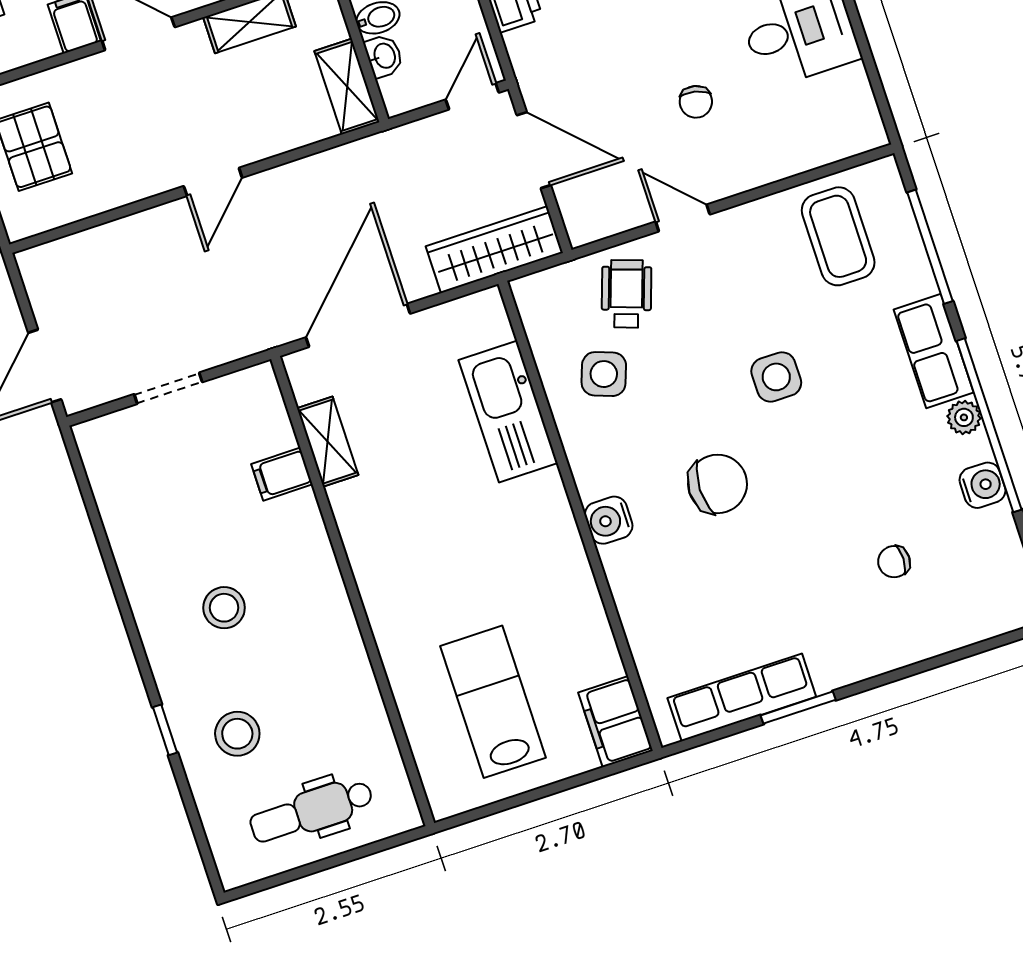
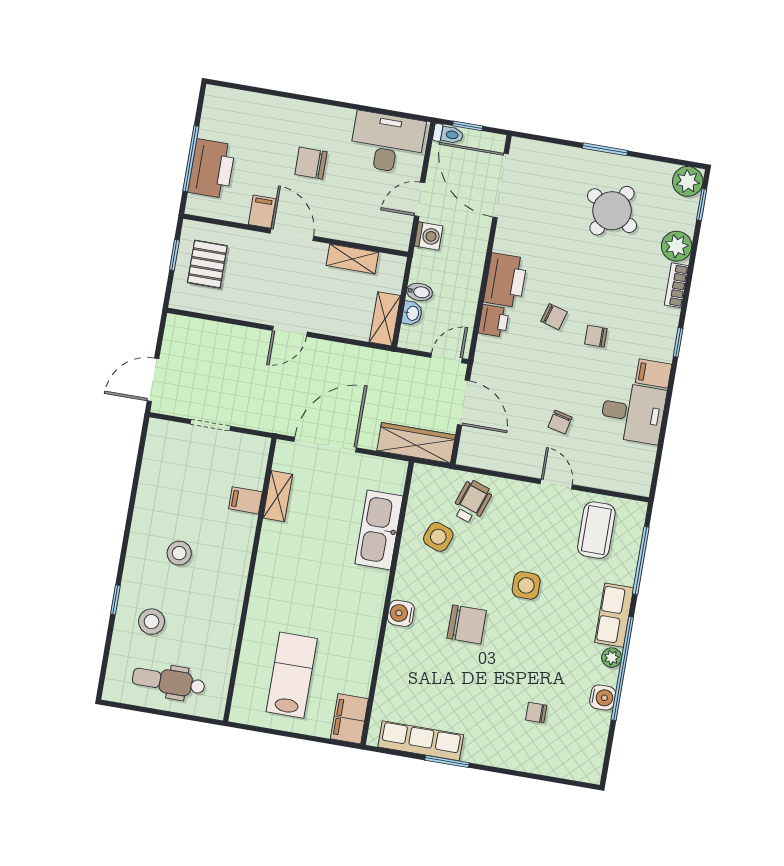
door: (683, 218) -> (556, 484), moved

